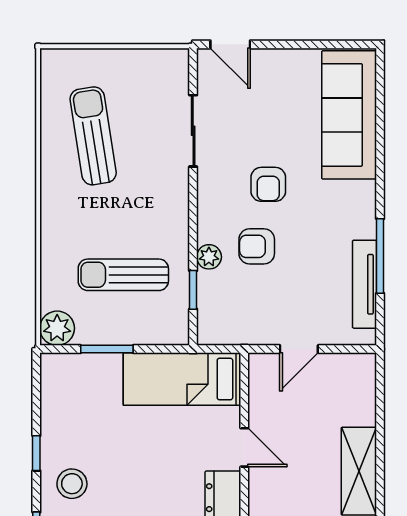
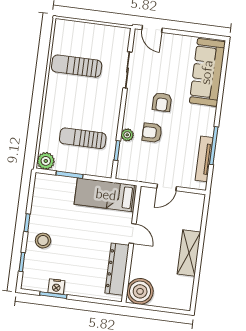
sun lounger: (93, 136) -> (77, 66), turned -81

